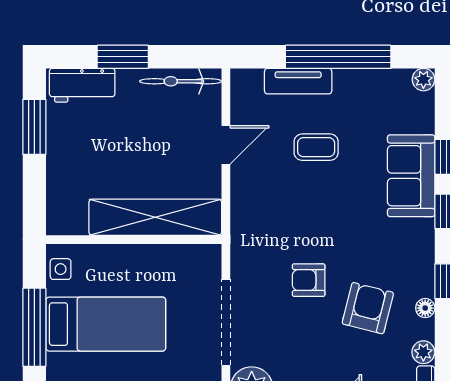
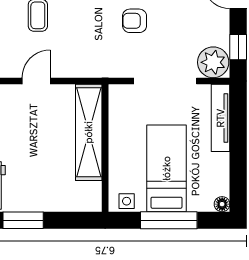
door: (226, 145) -> (36, 81), hinge flipped
armchair: (309, 280) -> (135, 21), turned 90

